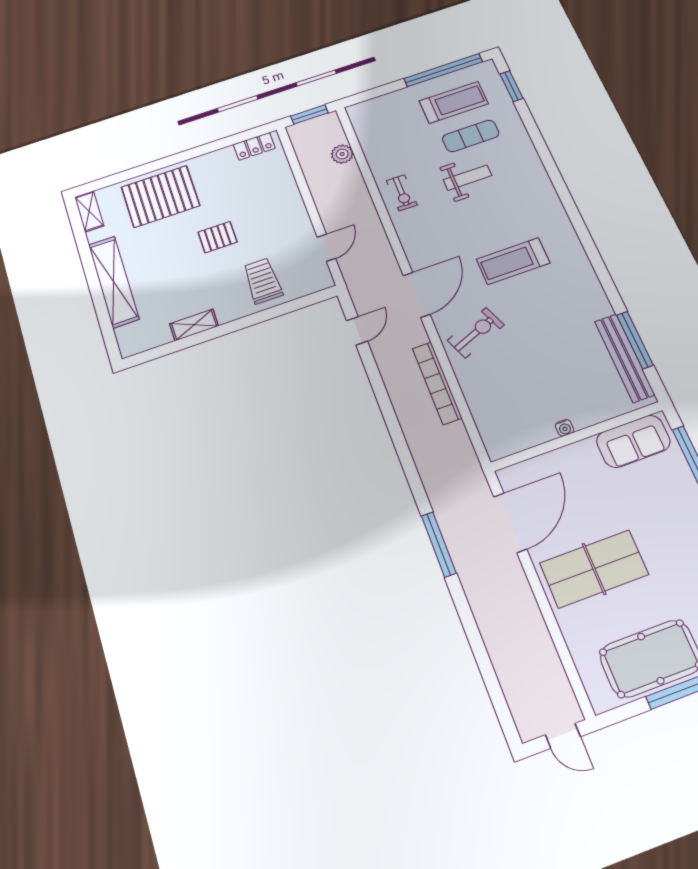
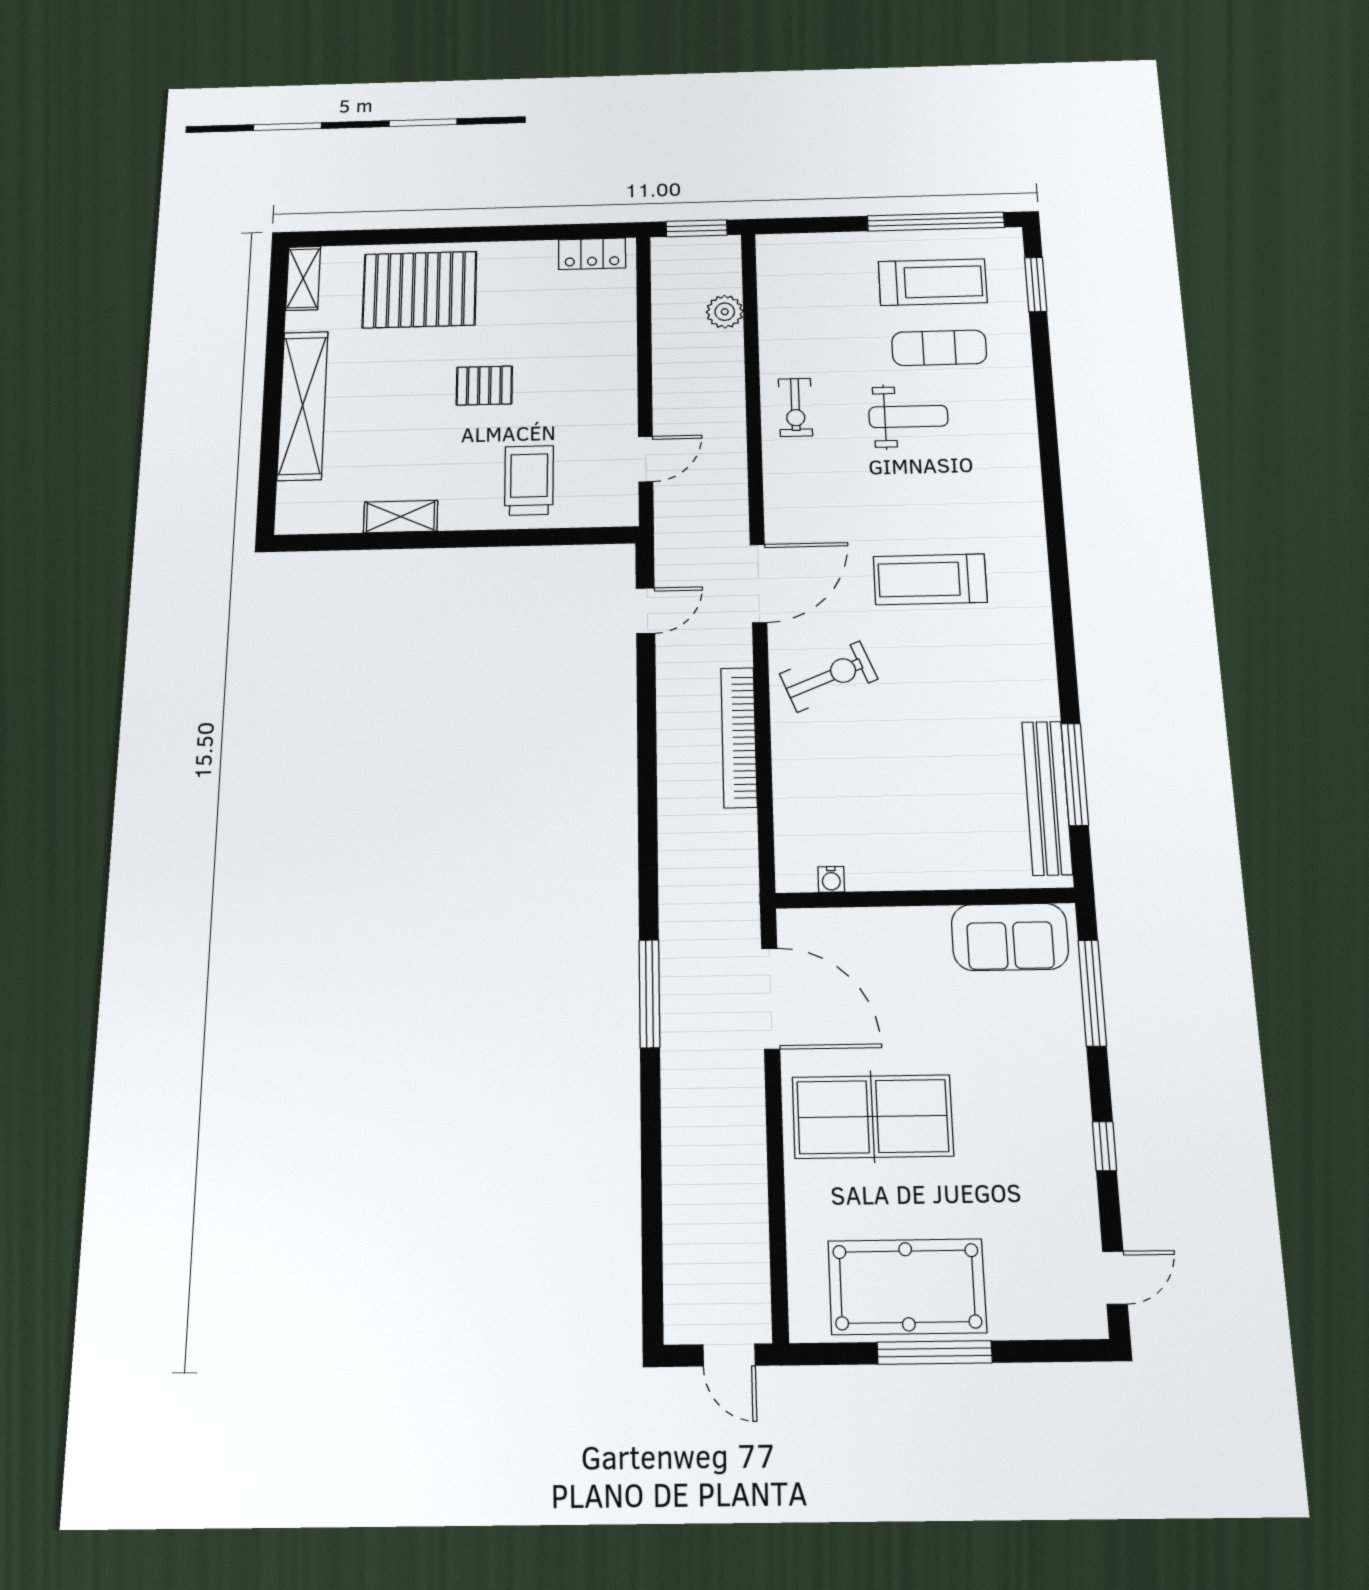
water cooler: (565, 428) -> (831, 879), moved
door: (510, 523) -> (771, 999), hinge flipped

